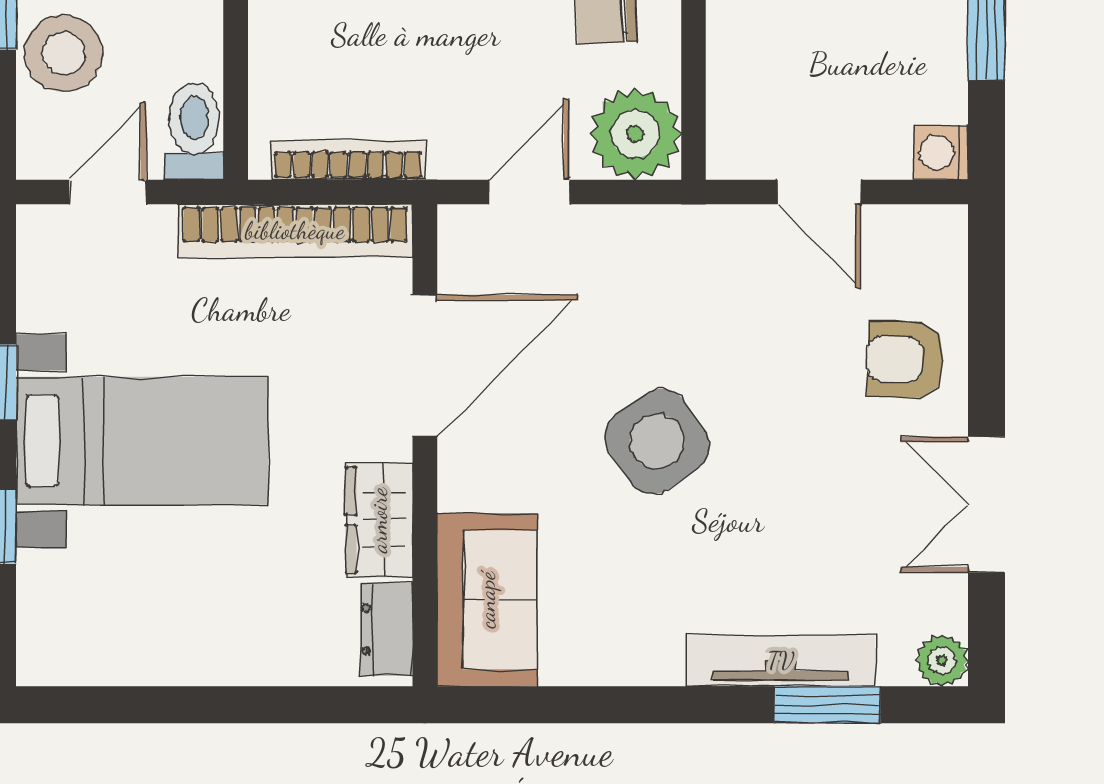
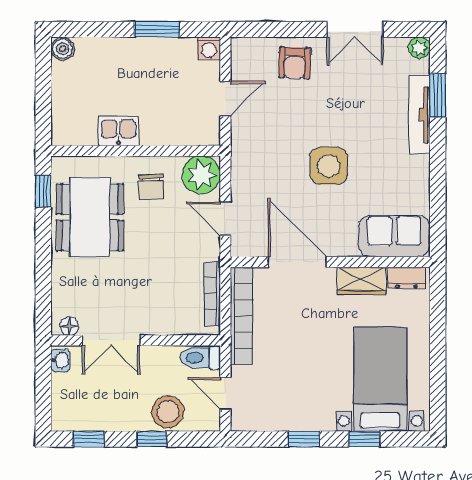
bed with nightstands: (142, 441) -> (380, 379), moved
side table: (657, 441) -> (329, 166), turned 35

